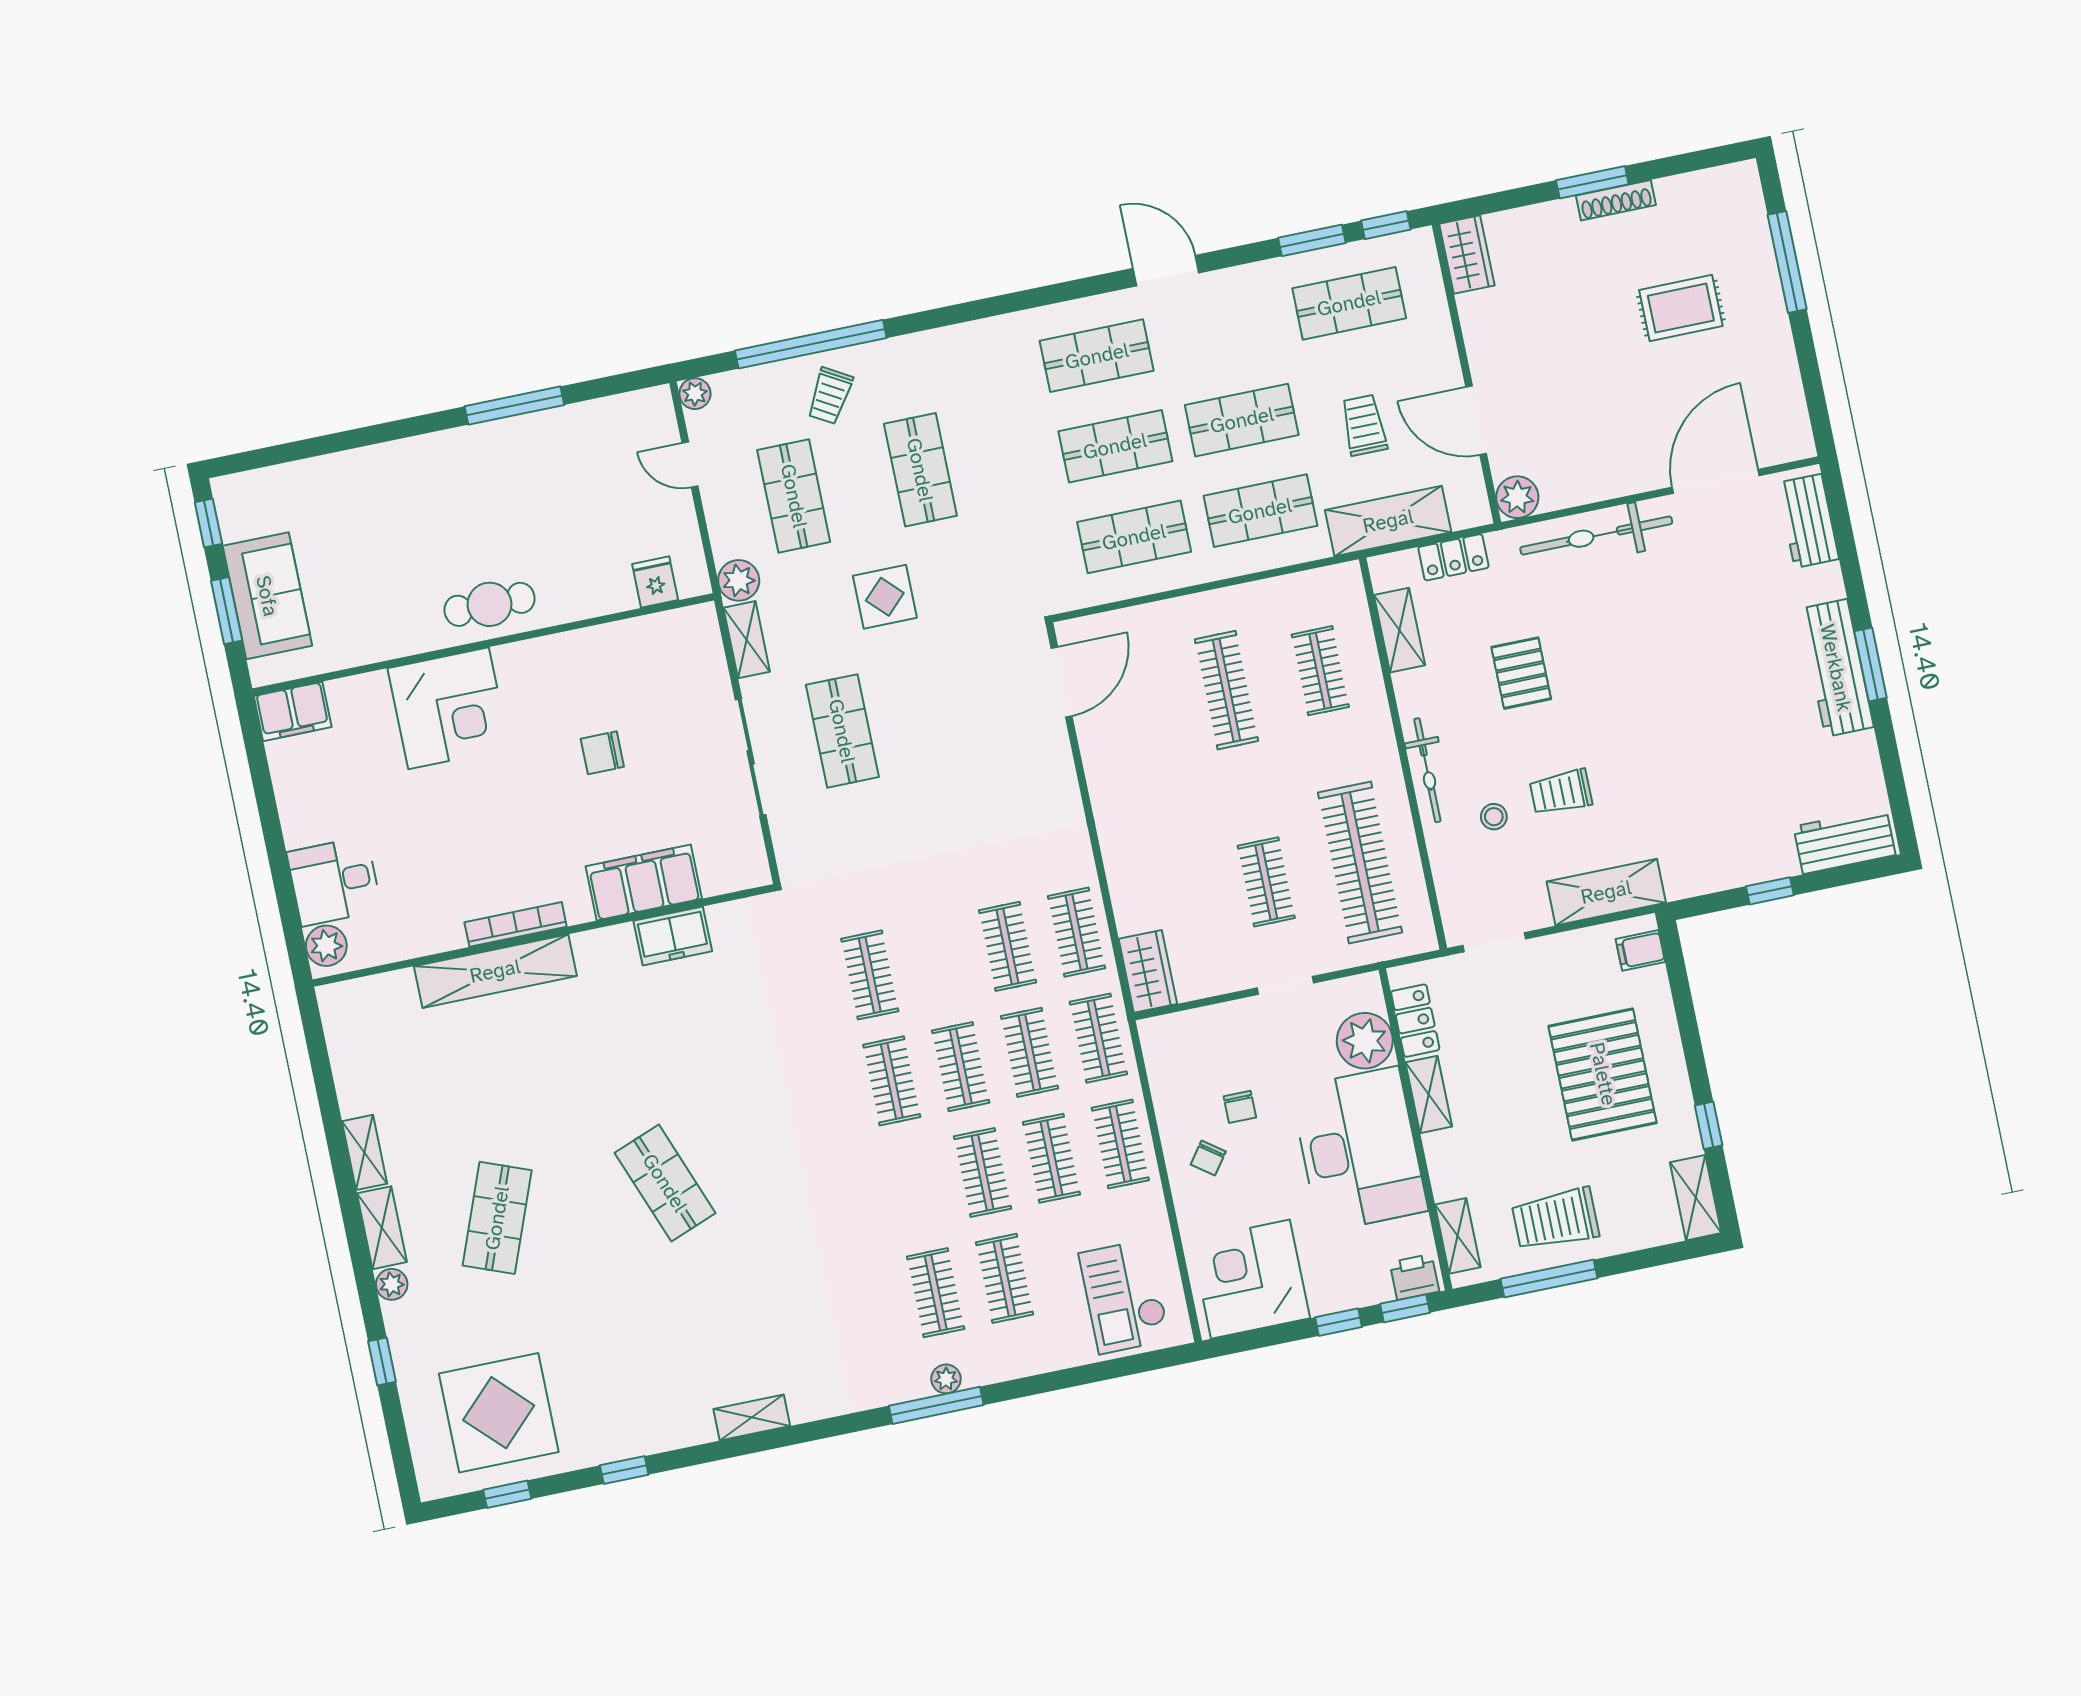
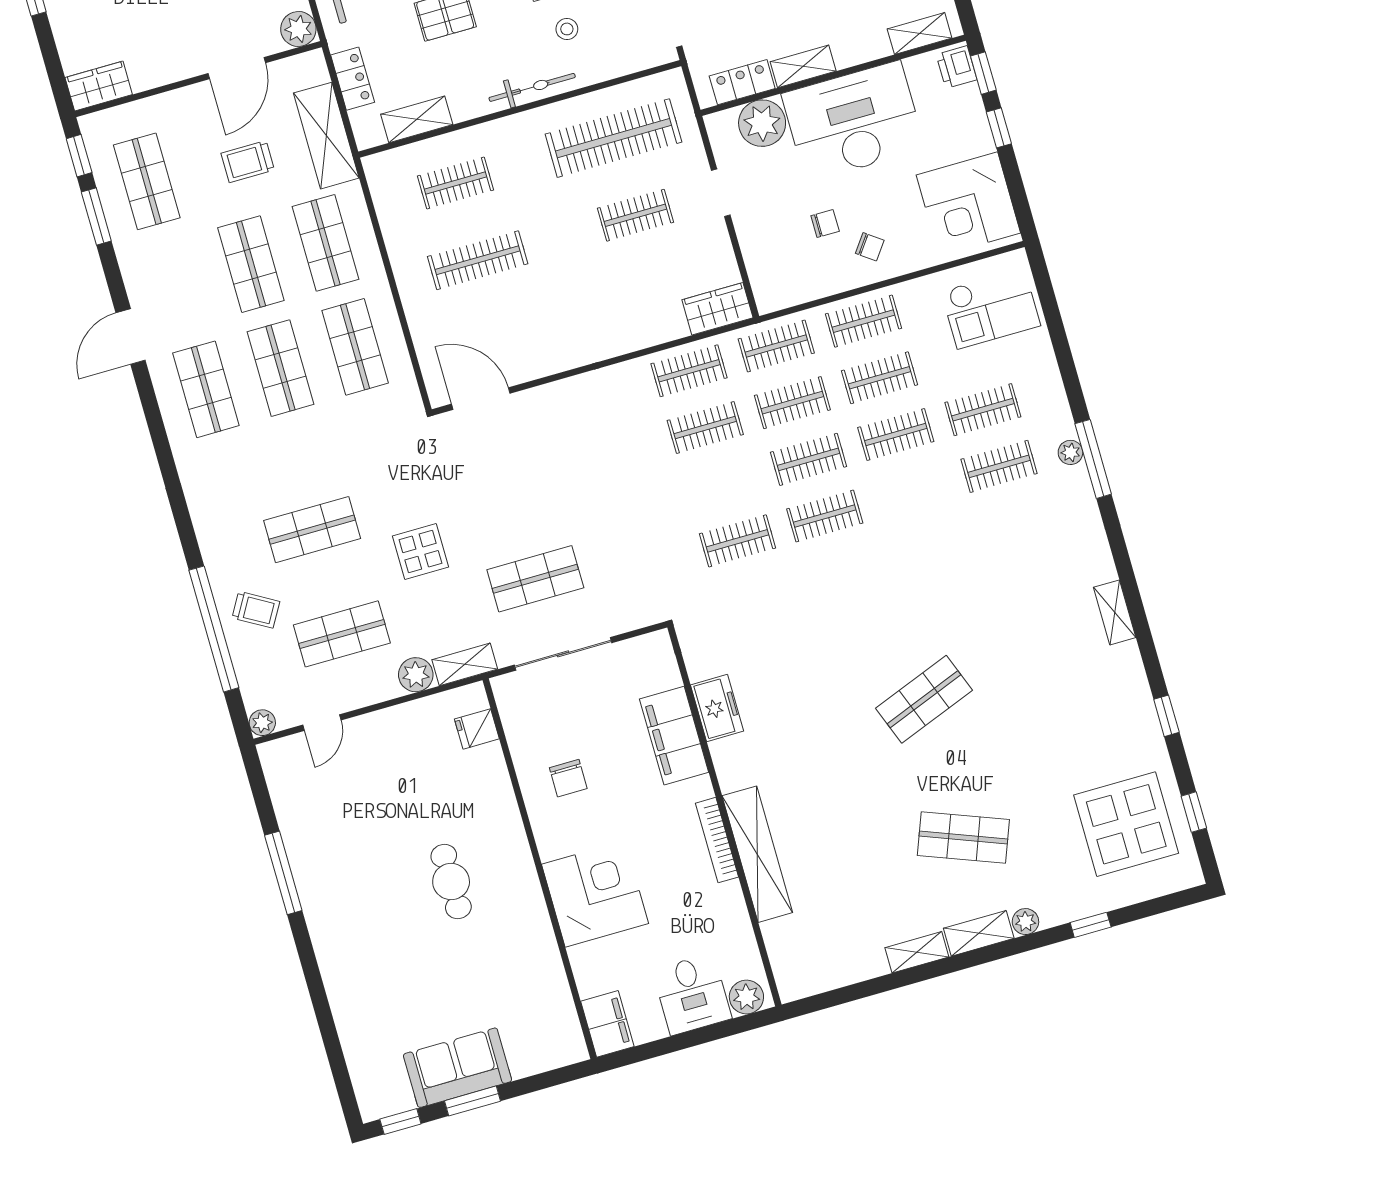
fridge: (655, 582) -> (477, 729), moved
wall: (483, 644) -> (540, 869), moved
corner desk: (449, 708) -> (595, 894), moved
filing cabinet: (293, 711) -> (607, 1024), moved

